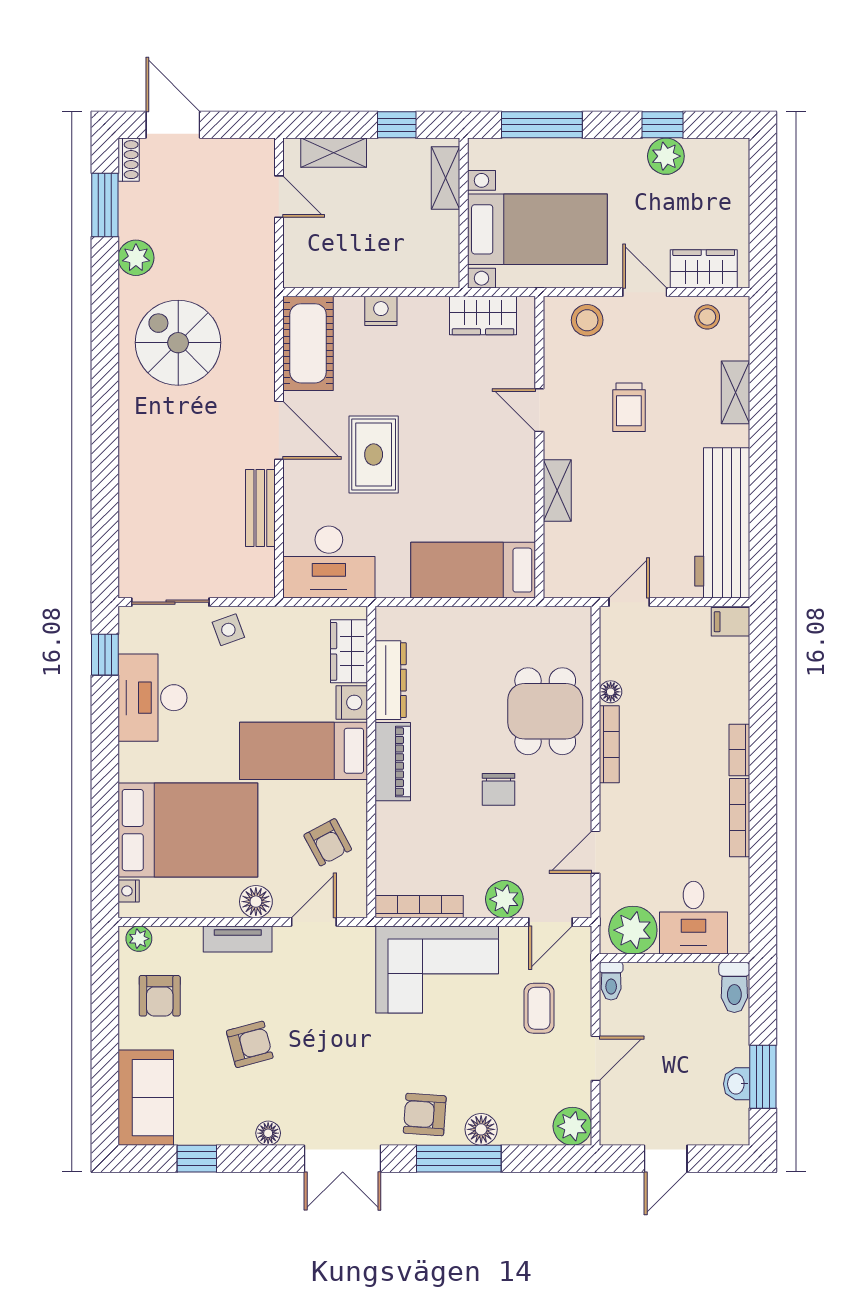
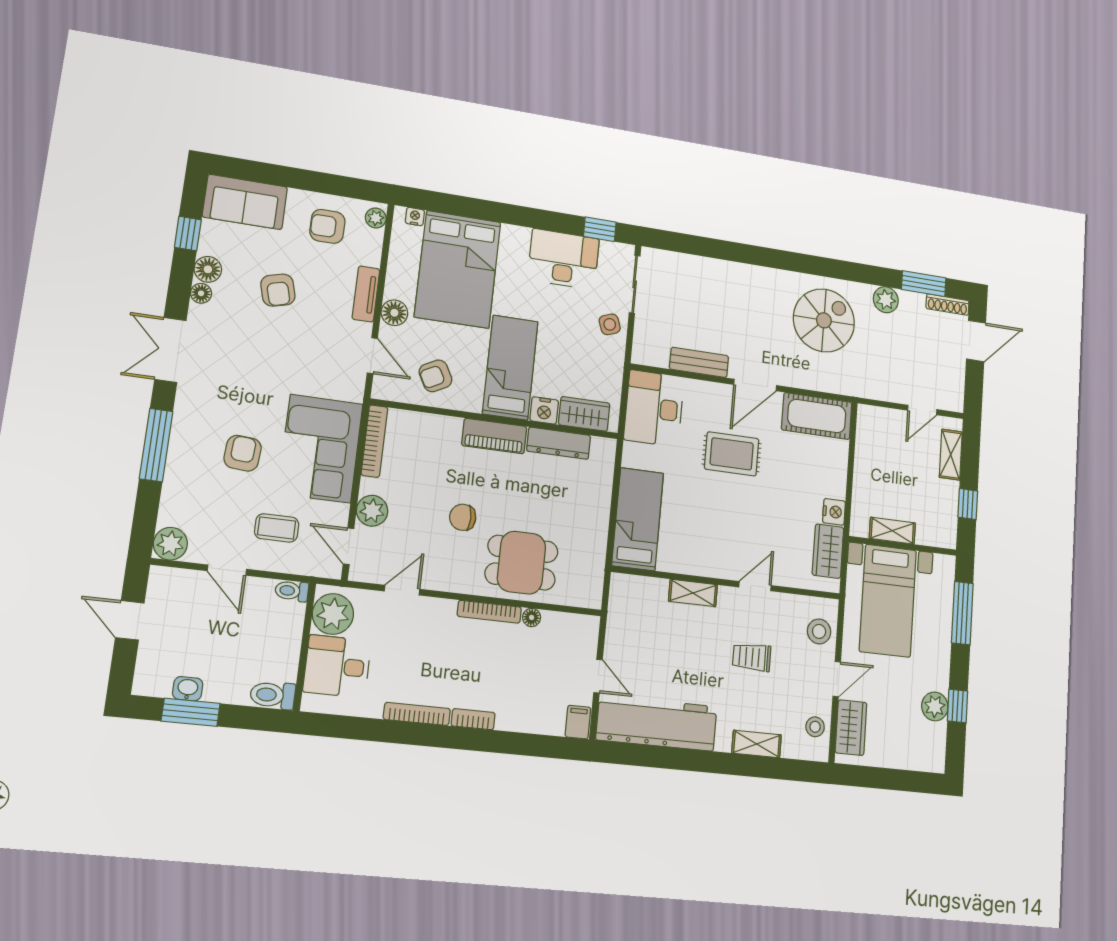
shoe rack: (129, 160) -> (948, 305), width x1.43
shelving: (446, 178) -> (892, 531), moved
nightstand: (381, 311) -> (834, 512), moved
door: (629, 602) -> (598, 676), moved
door: (595, 852) -> (402, 590), hinge flipped
armchair: (425, 1115) -> (243, 453), moved
floor lamp: (481, 1129) -> (208, 269), moved

